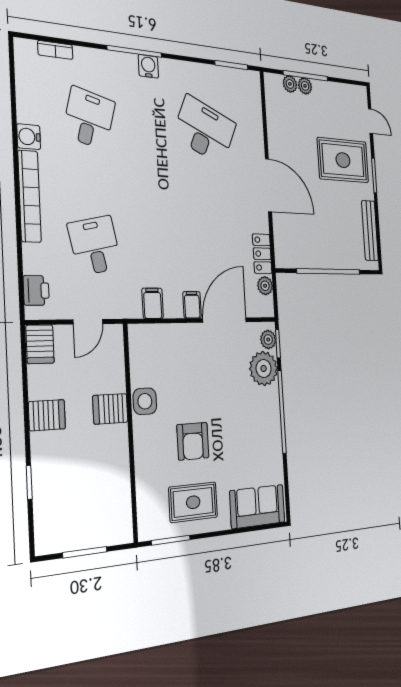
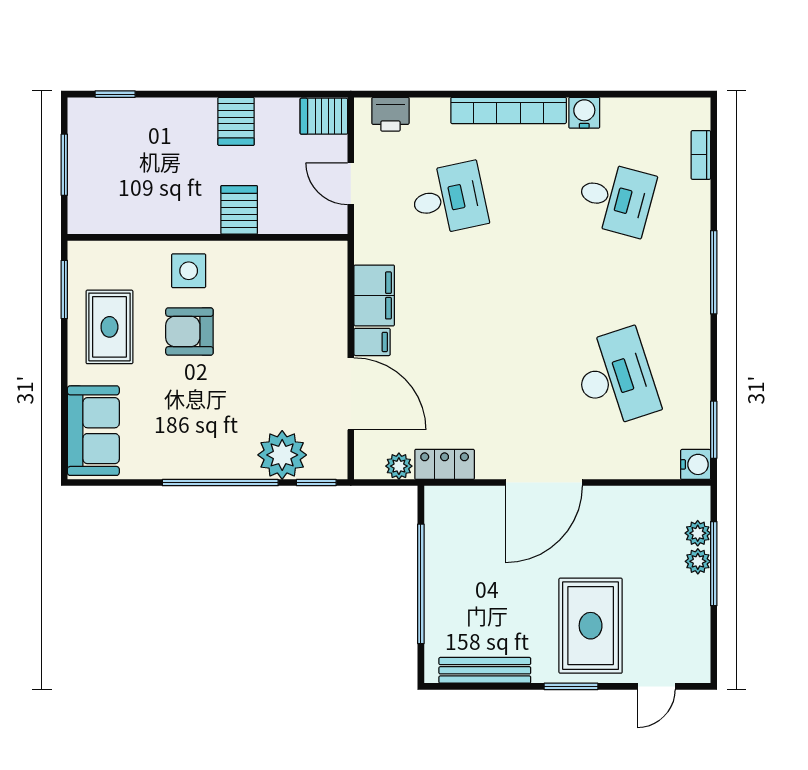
water cooler: (148, 66) -> (696, 464), moved
desk: (205, 130) -> (616, 378), turned -42
filing cabinet: (153, 303) -> (374, 295), width x2.00
plant: (268, 340) -> (323, 466), removed
side table: (145, 401) -> (189, 271), moved
window: (29, 482) -> (115, 94), moved

